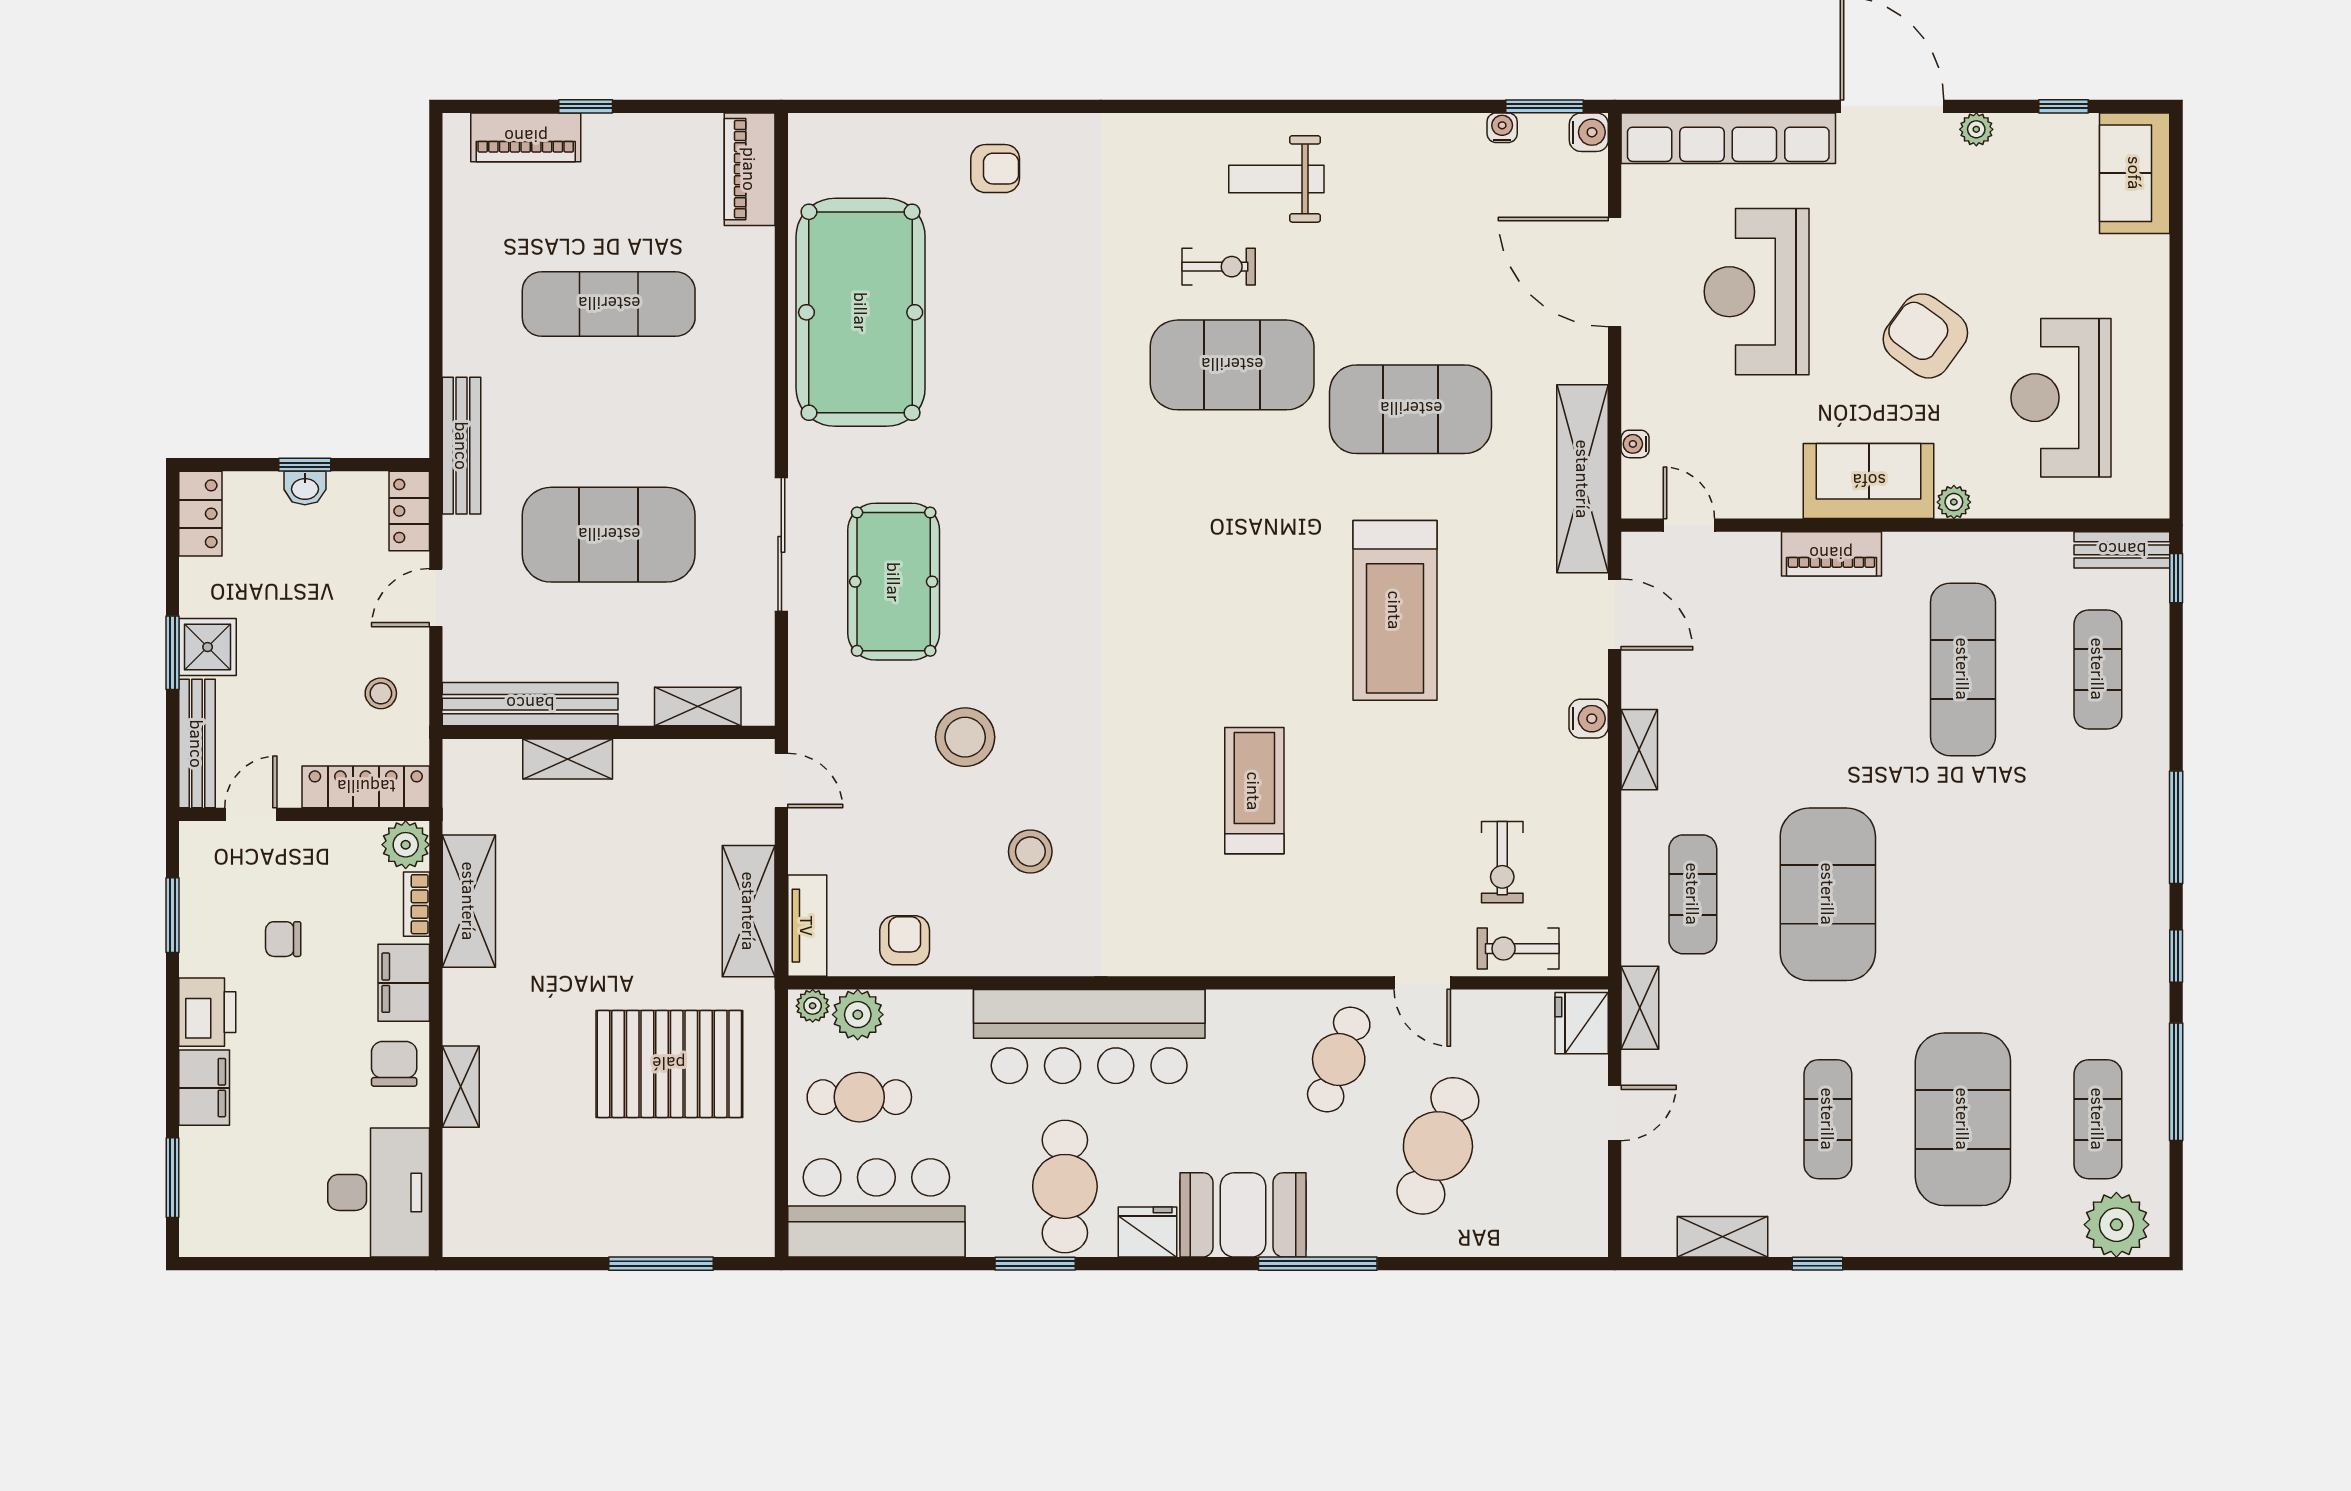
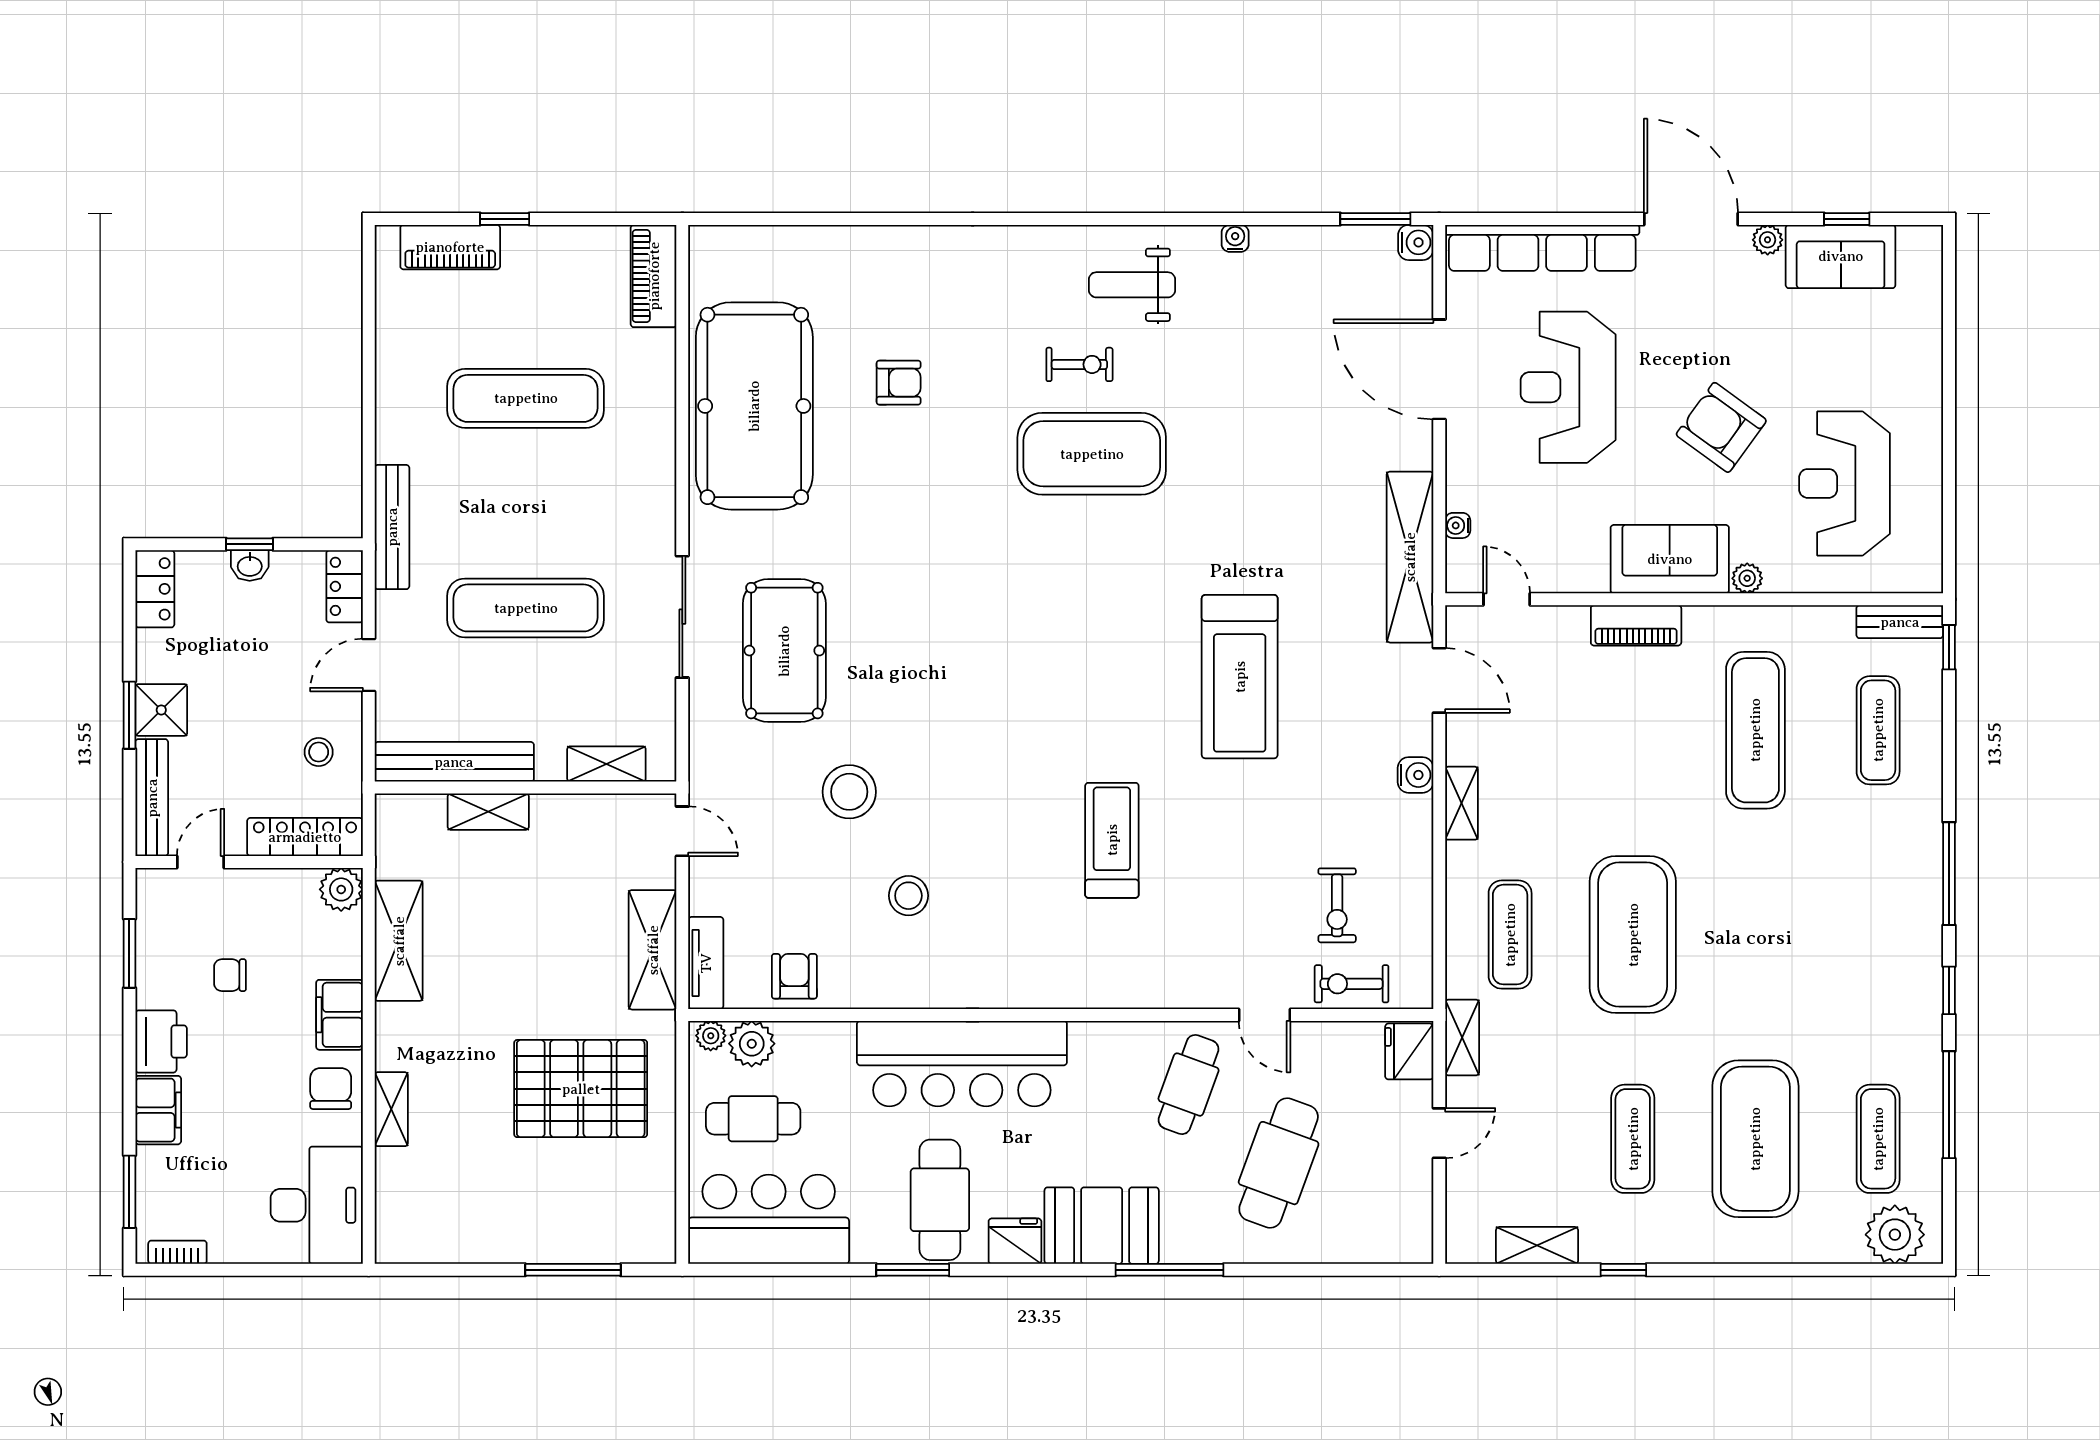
water cooler: (1502, 128) -> (1235, 238), moved
armchair: (995, 169) -> (899, 383), moved
sofa: (2135, 173) -> (1841, 256), moved, turned -90
exercise mat: (1411, 409) -> (1254, 494), removed
exercise mat: (609, 535) -> (526, 608), width x0.68
bookcase: (417, 904) -> (177, 1252), moved, turned 90

